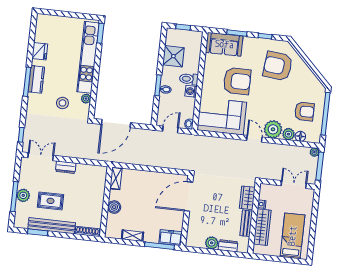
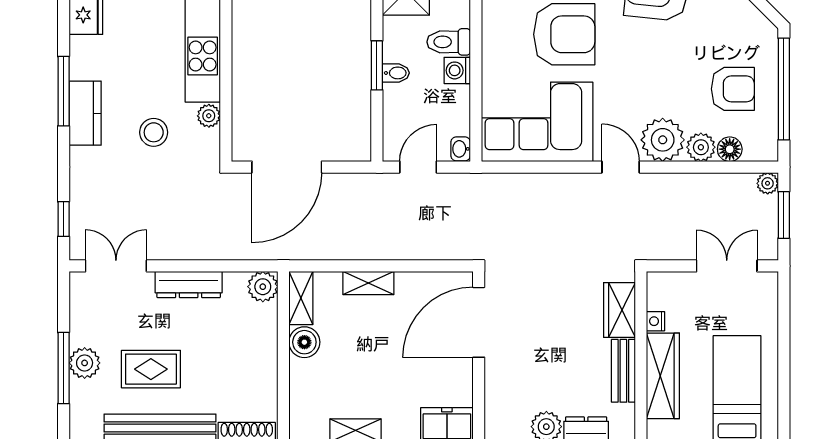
kitchen counter: (36, 79) -> (85, 113), moved
window: (320, 166) -> (784, 215), width x0.69
dresser: (66, 167) -> (189, 285), width x1.44
plant: (101, 172) -> (263, 287), added
shelving: (145, 175) -> (368, 283), added
boiler: (114, 207) -> (304, 342), moved

